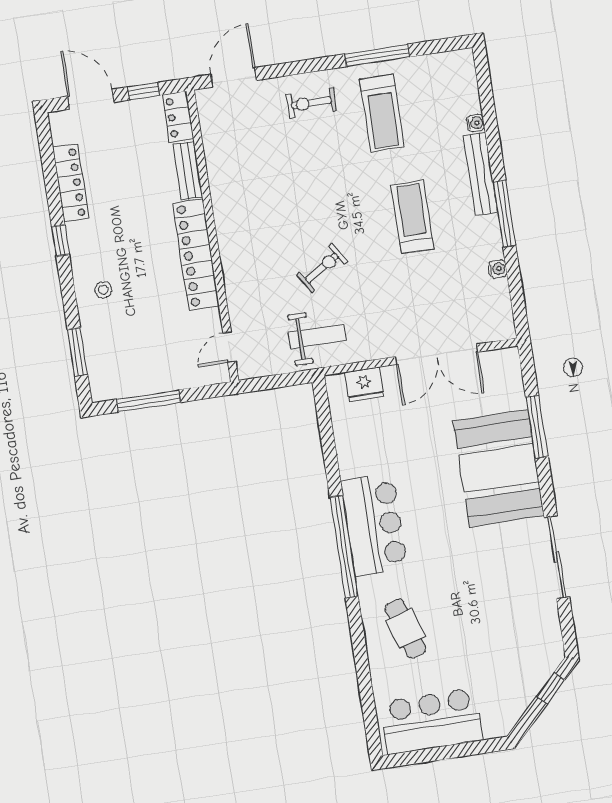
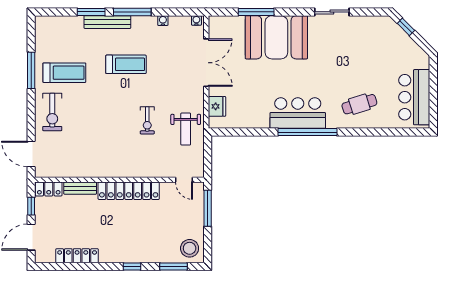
exercise bike: (311, 103) -> (52, 112), width x1.38, depth x1.39
water cooler: (476, 123) -> (196, 20), moved
window: (493, 143) -> (91, 12), added
treadmill: (413, 217) -> (126, 64), turned 180
window: (60, 240) -> (132, 267), moved
exercise bike: (322, 268) -> (147, 120), turned -147
stool: (103, 290) -> (190, 248), moved, width x1.89, depth x1.89
weight bench: (317, 337) -> (186, 129), turned 180
window: (148, 401) -> (208, 208), moved
sliding door: (557, 557) -> (332, 12), width x0.73

